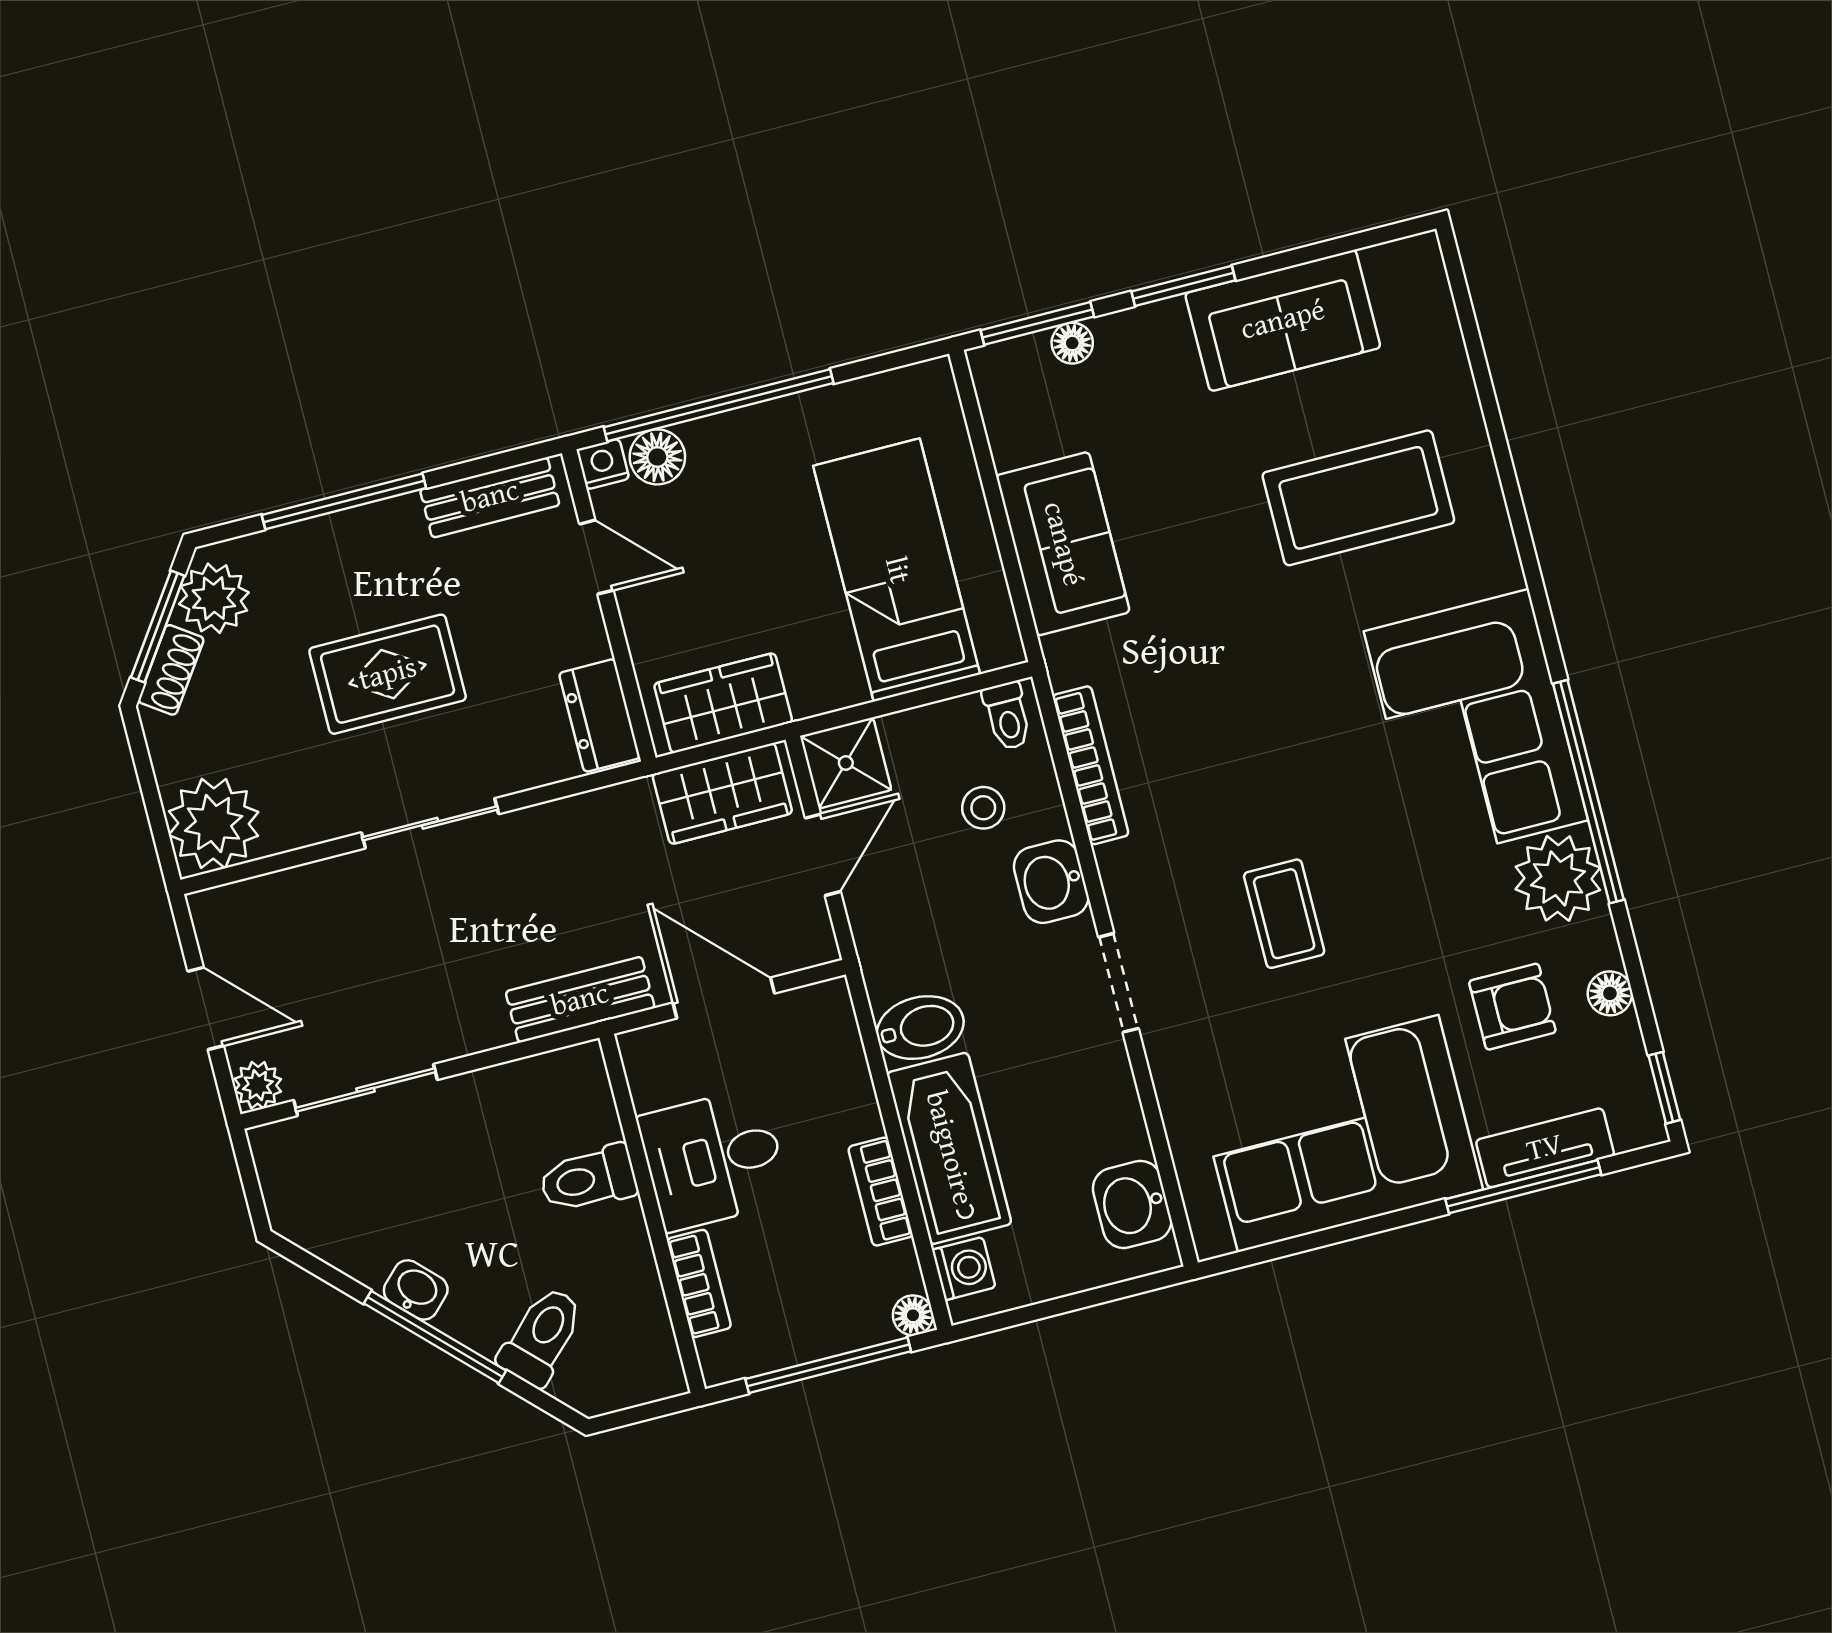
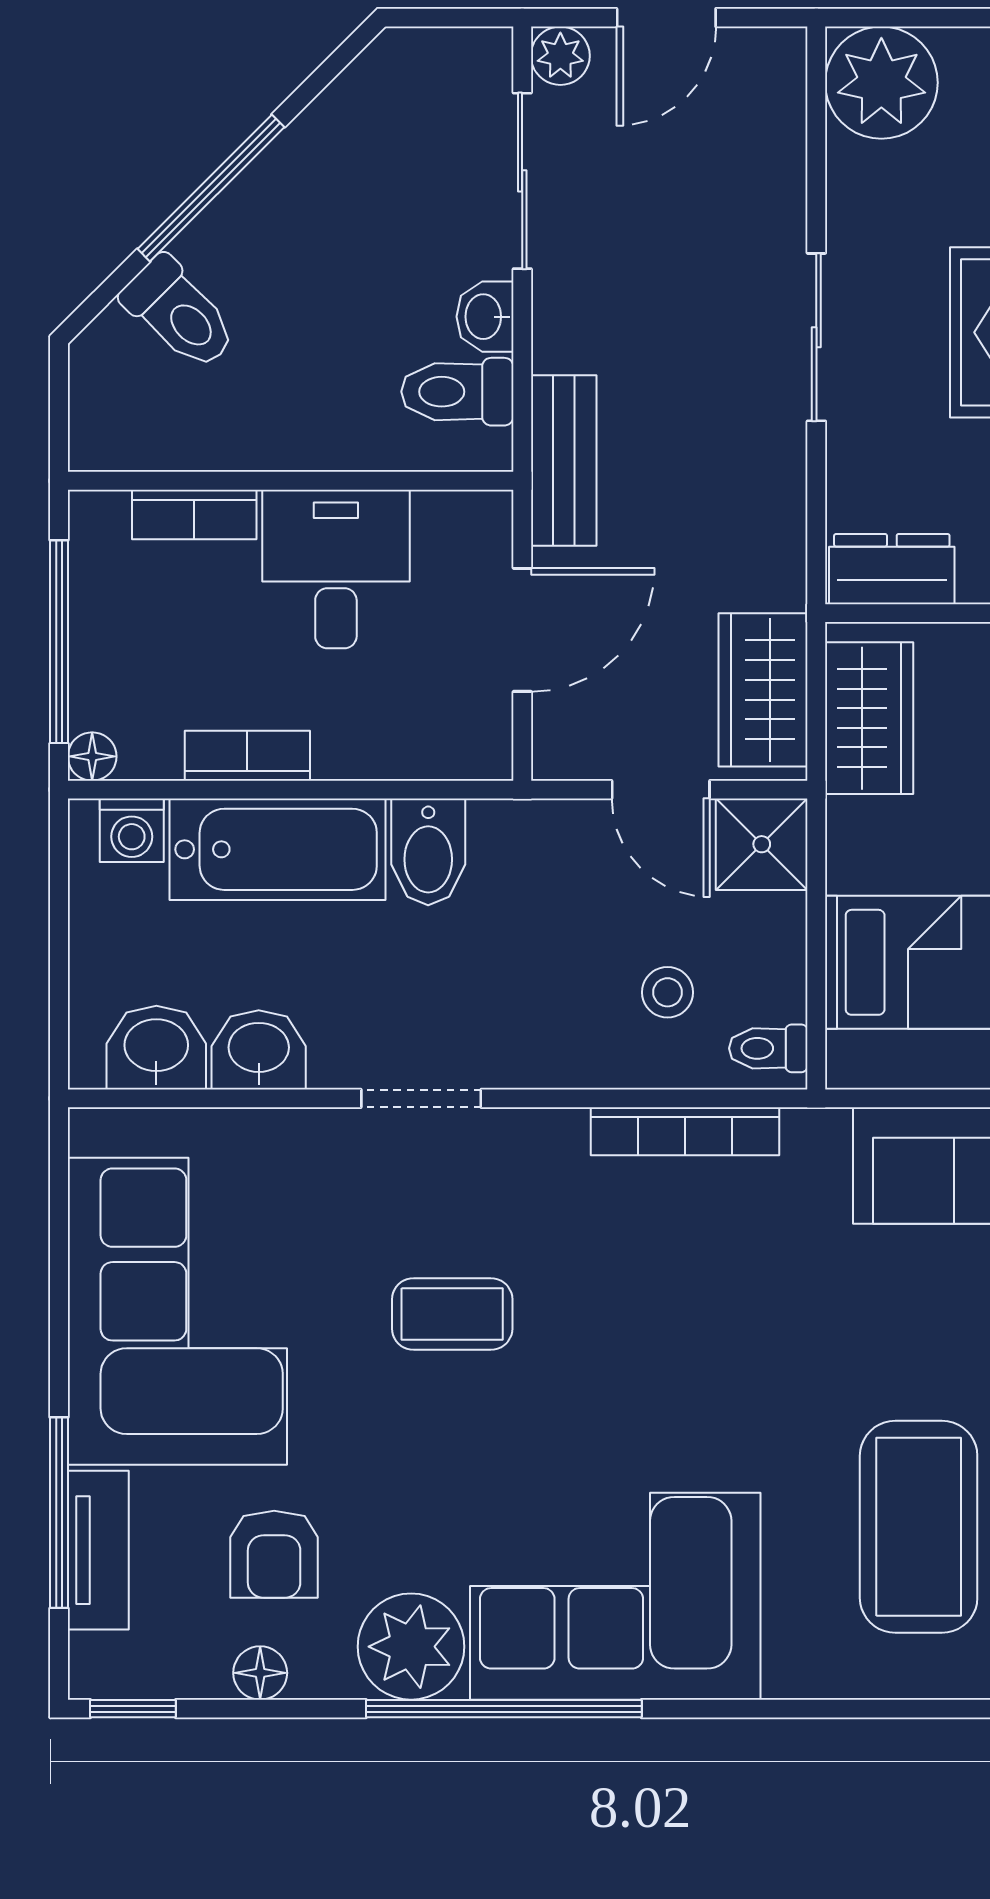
washbasin: (1051, 882) -> (259, 1050), moved
toilet: (588, 1179) -> (457, 392), moved, turned -90
washbasin: (416, 1290) -> (485, 317), moved, turned 135

